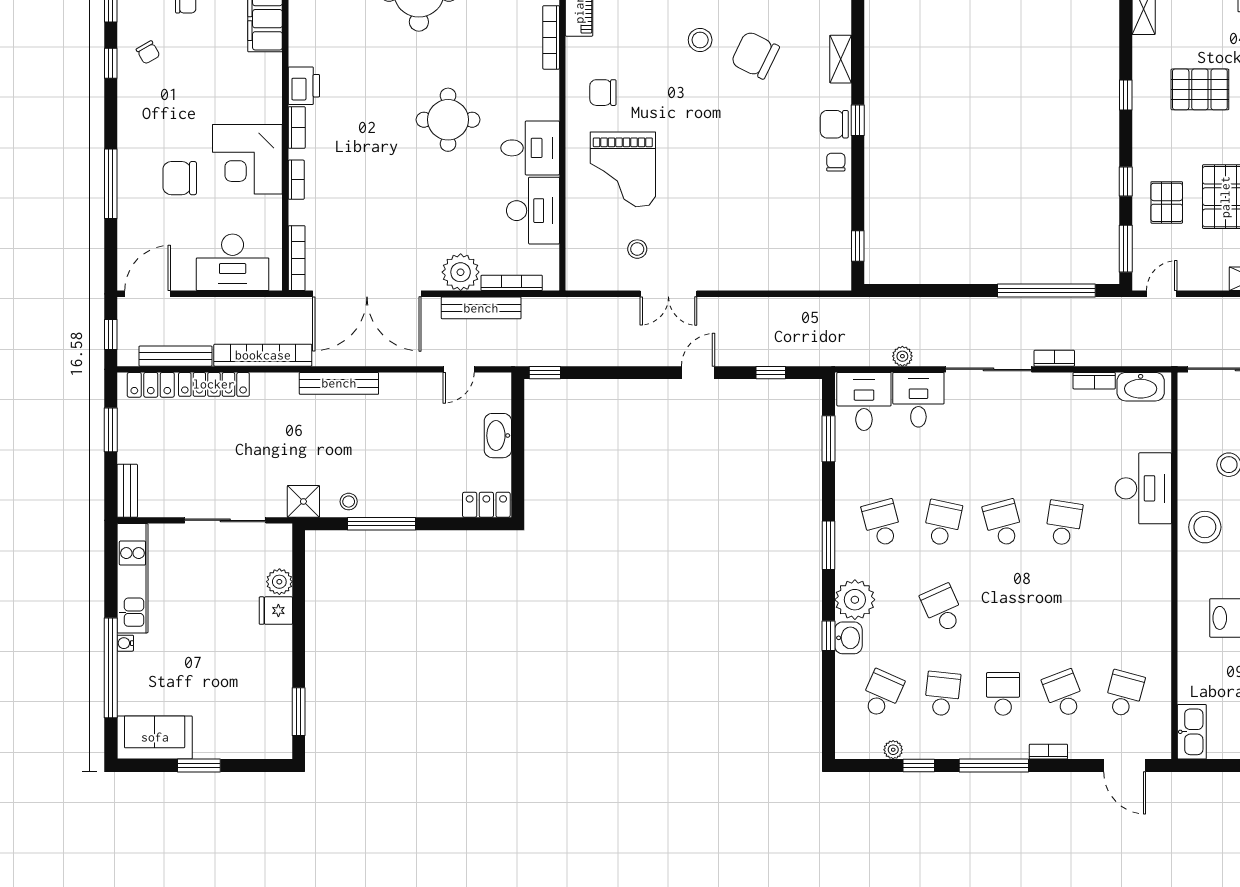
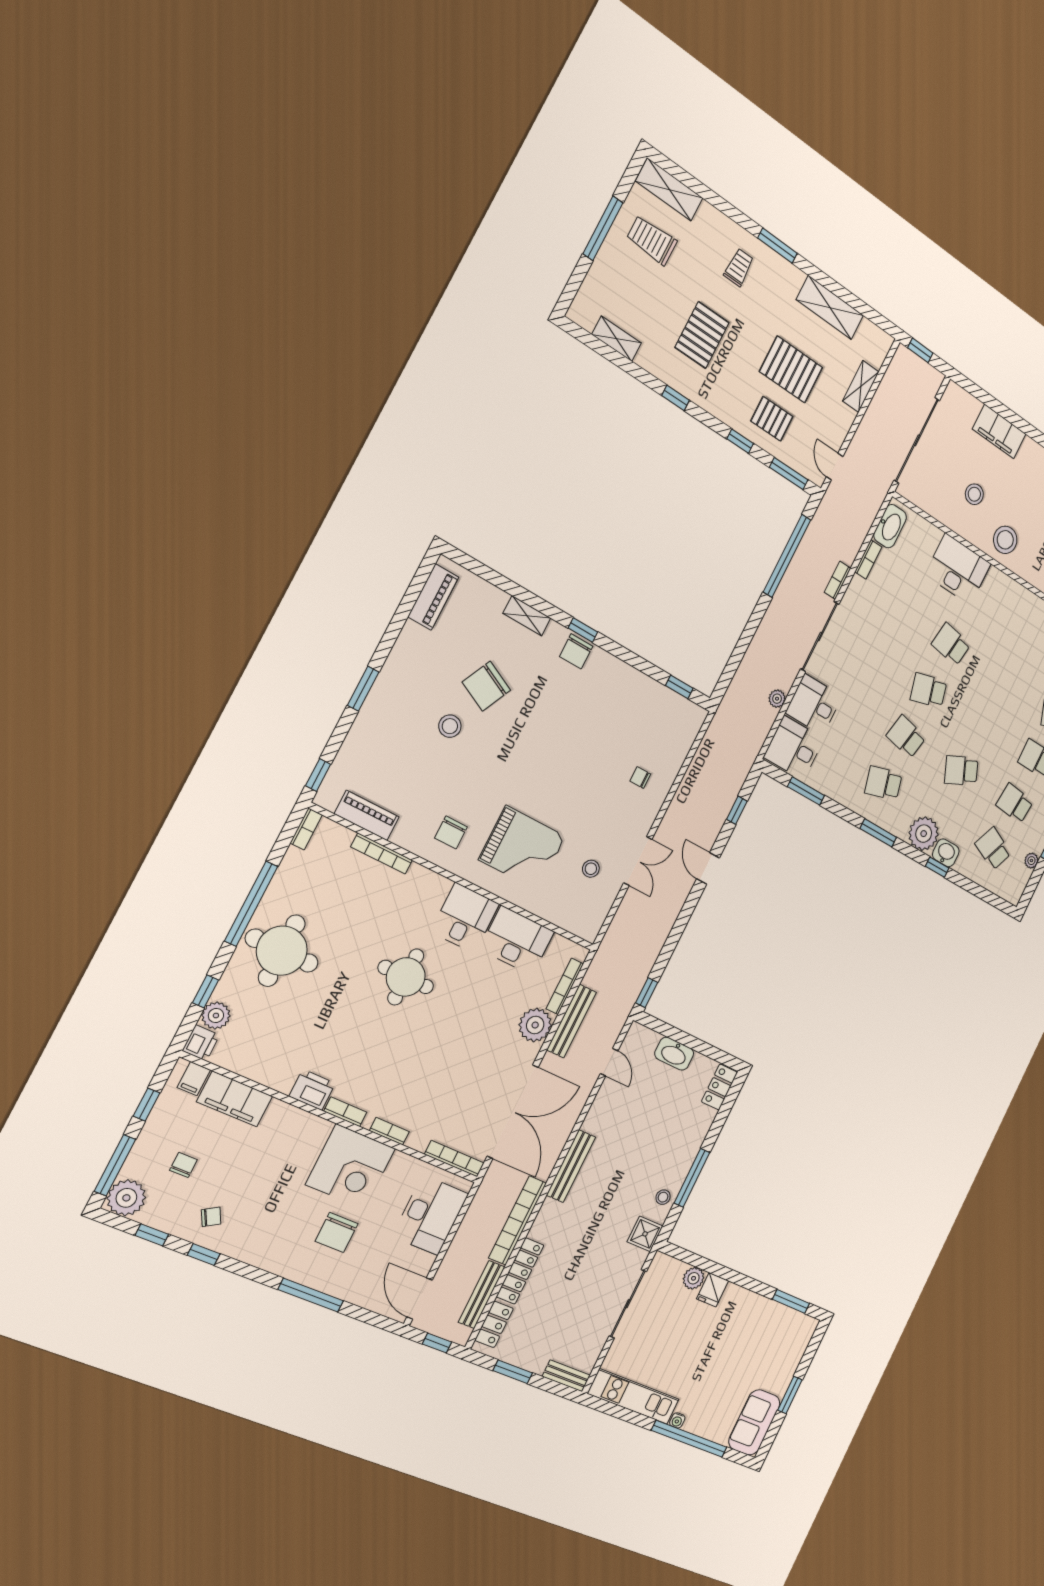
chair: (836, 162) -> (640, 778), moved

